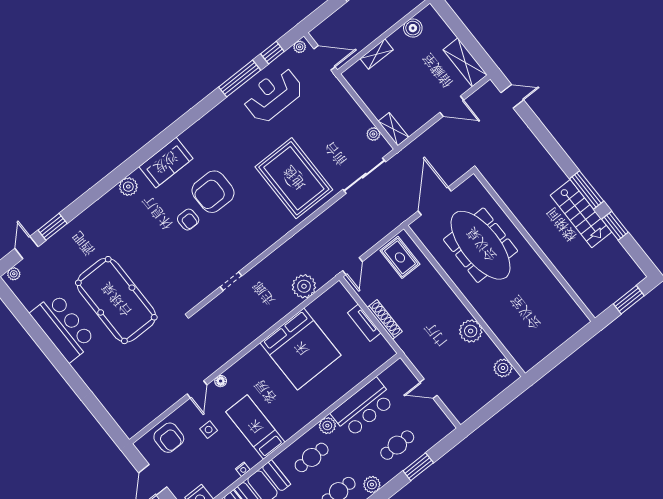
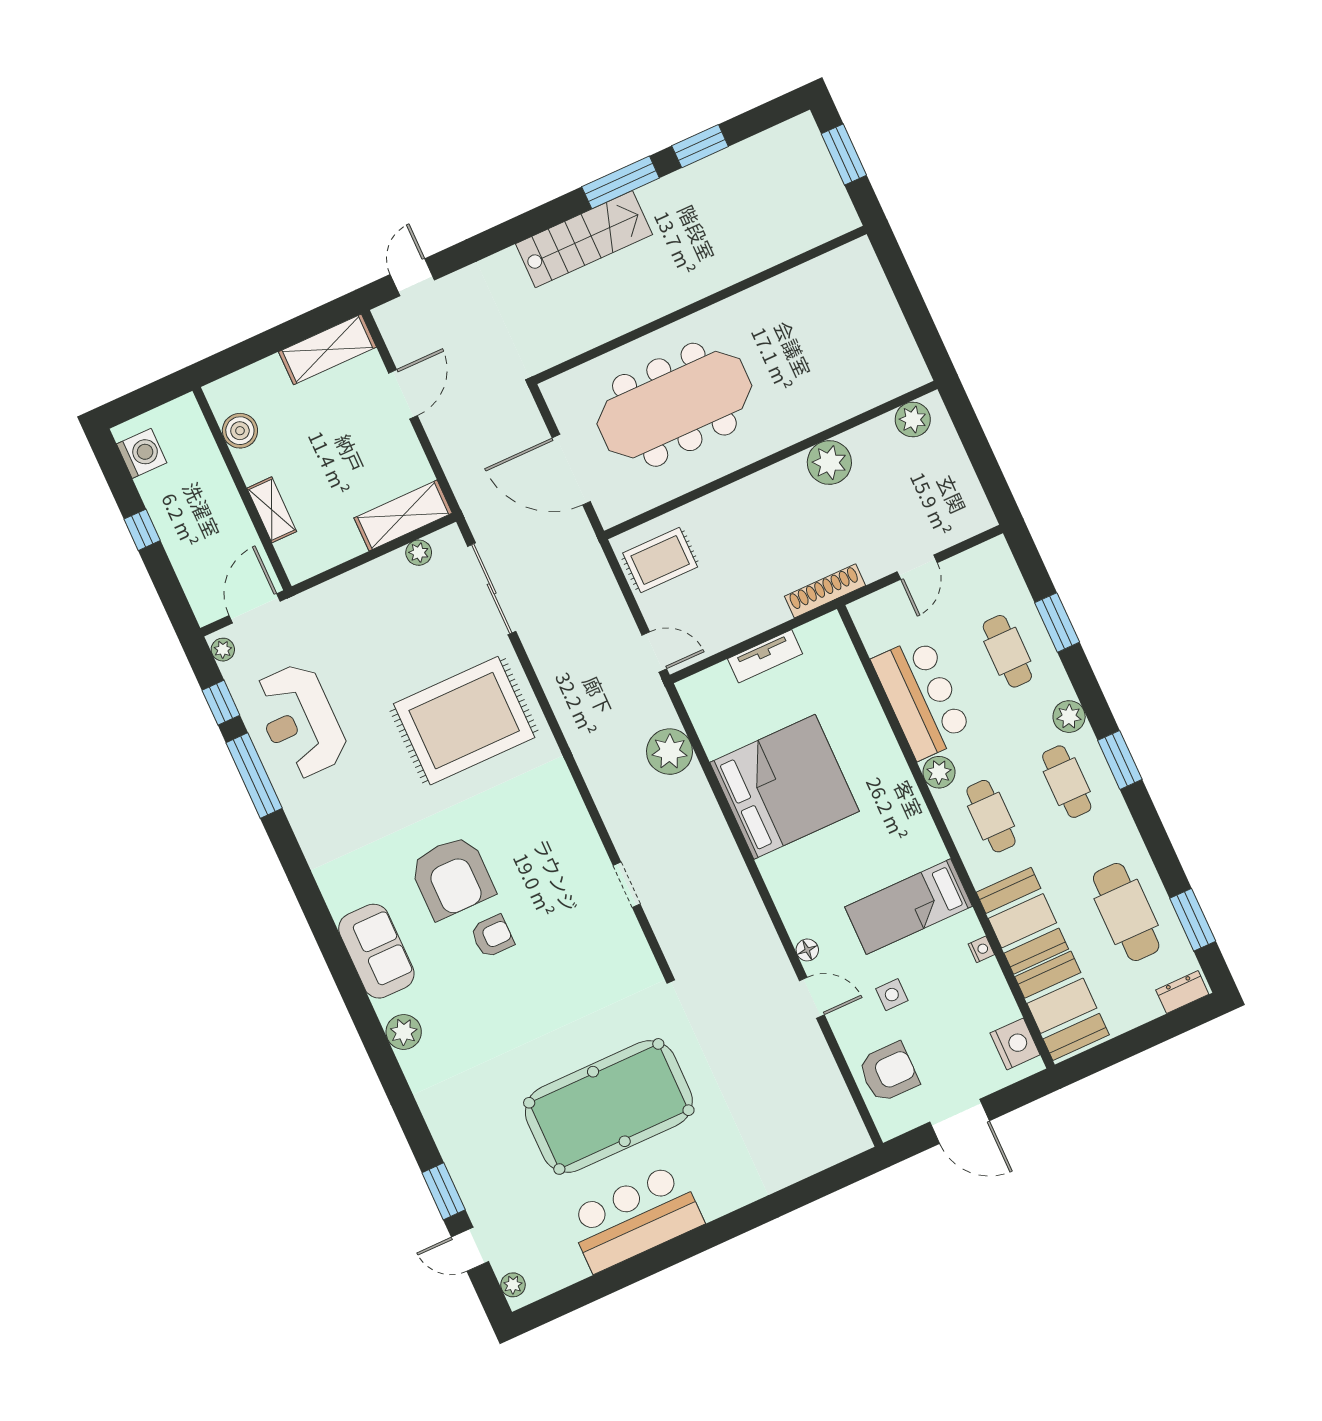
shelving: (393, 129) -> (403, 516), width x1.50, depth x1.33
stairs: (581, 214) -> (584, 239), moved
shoe rack: (385, 319) -> (825, 591), moved

